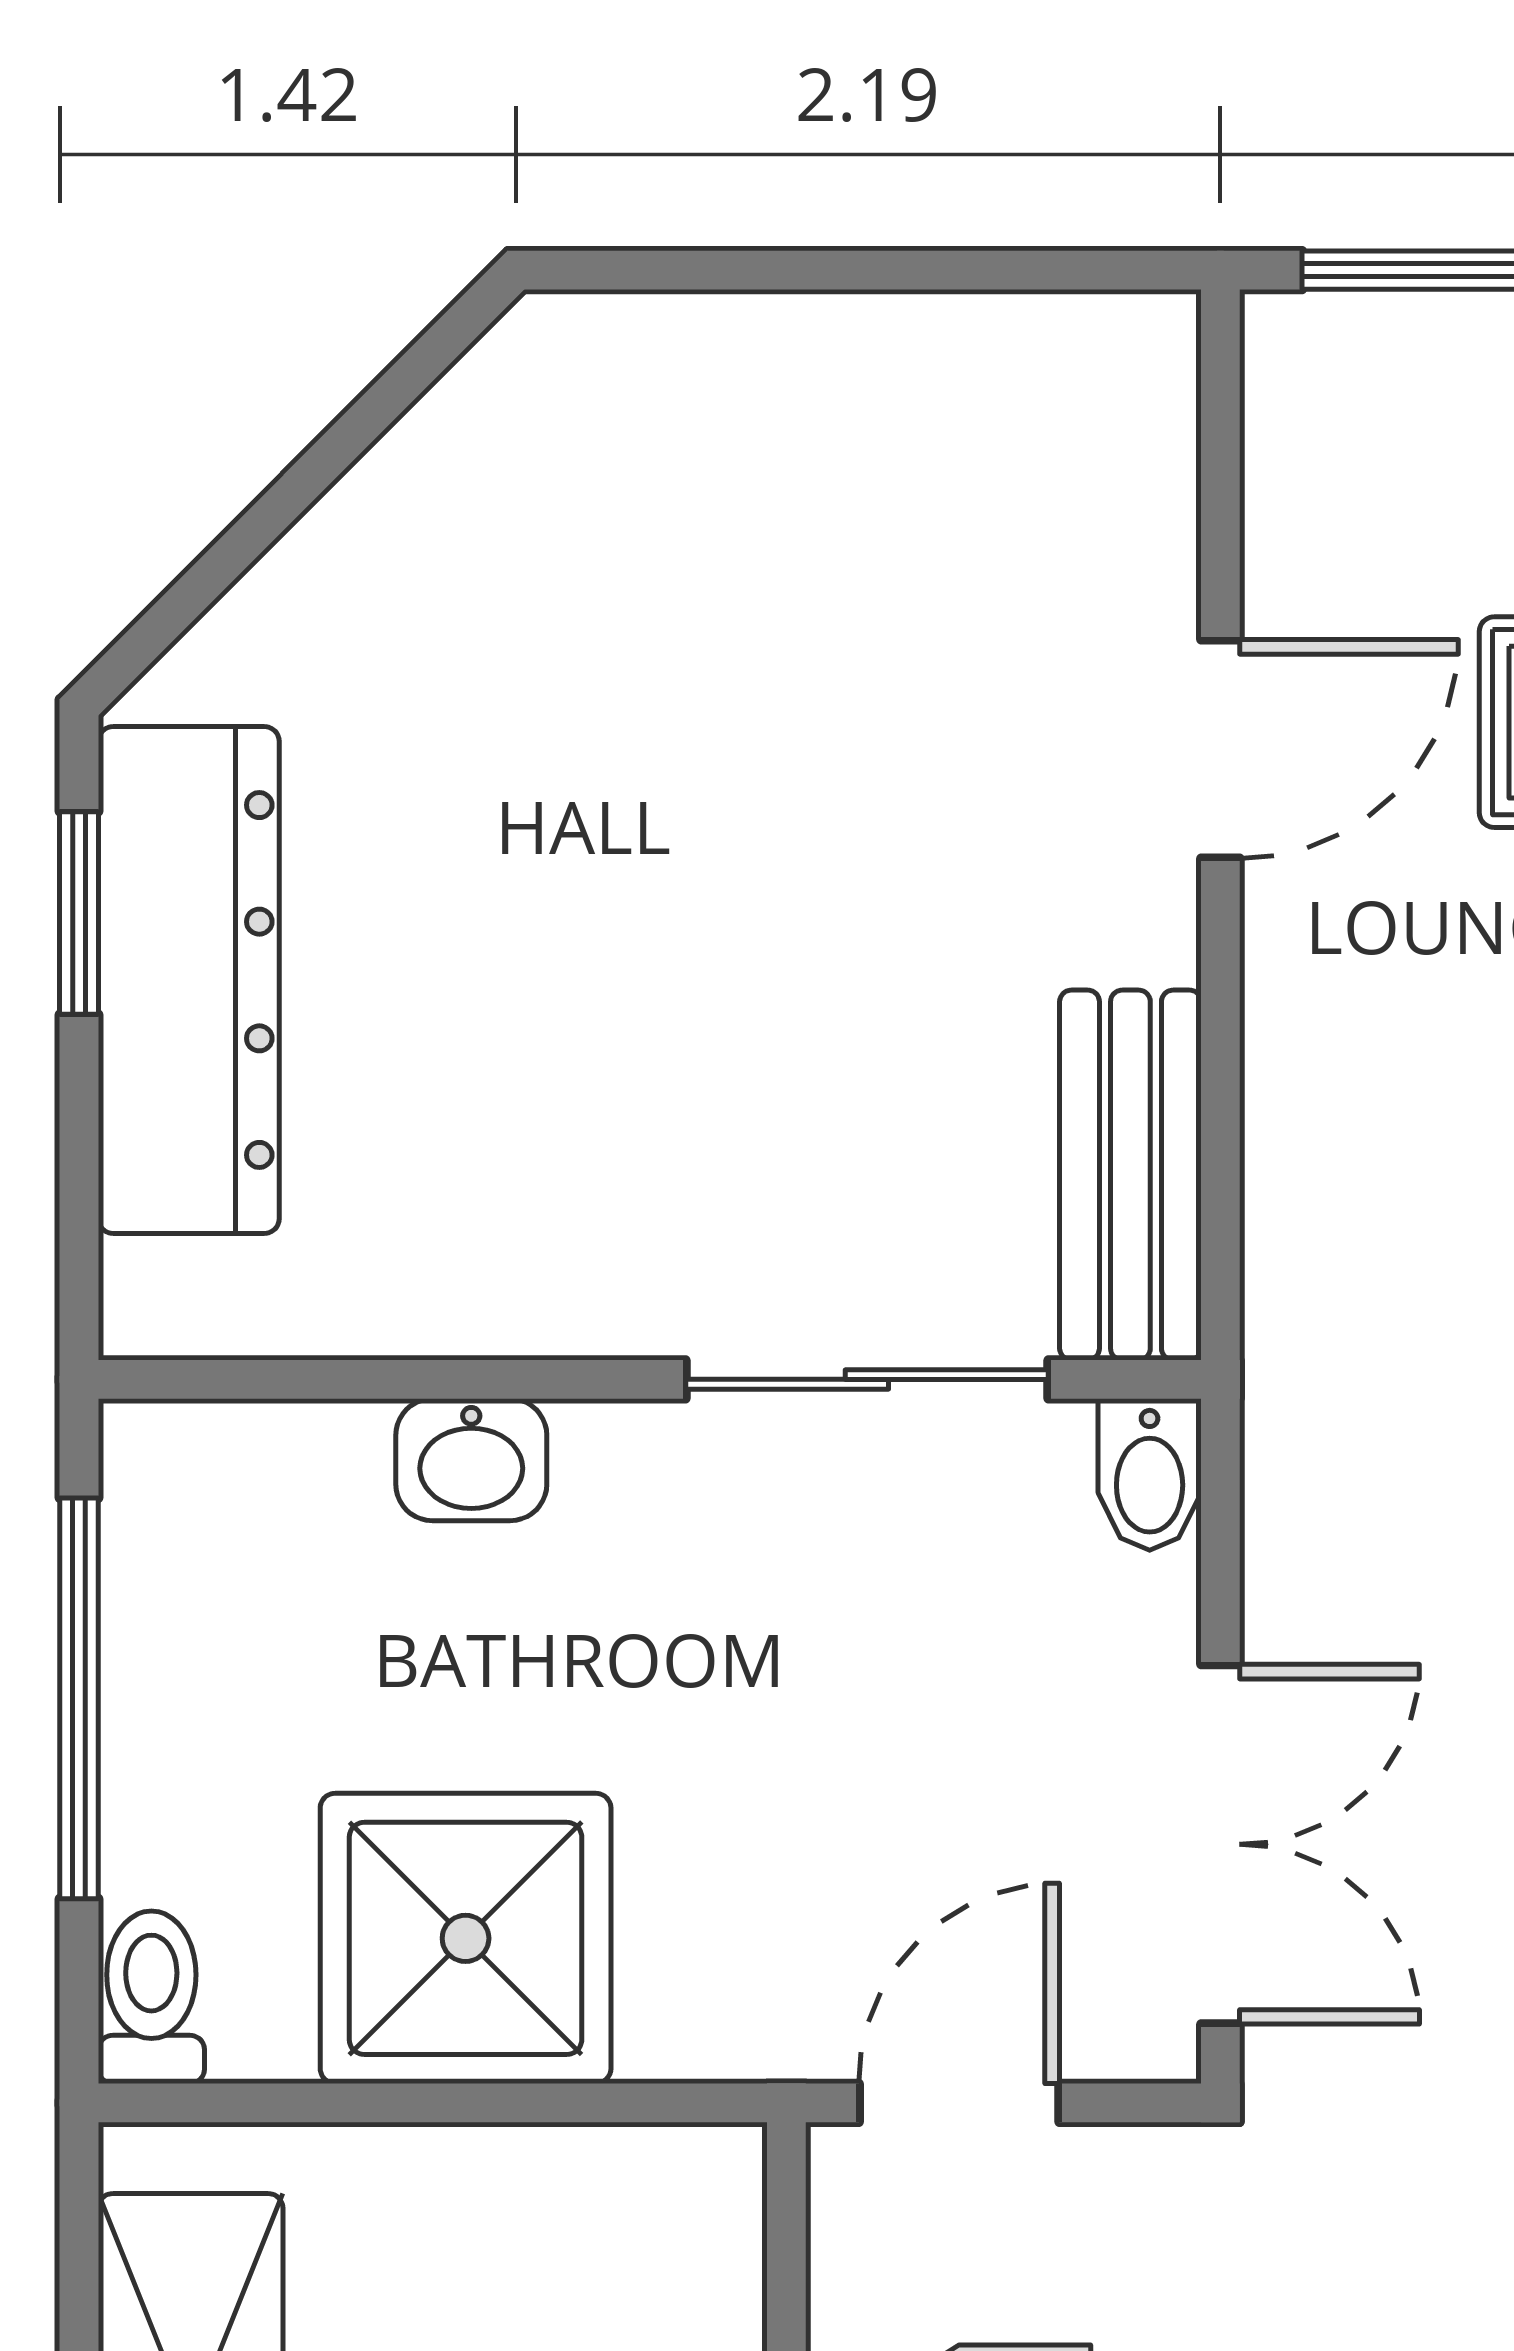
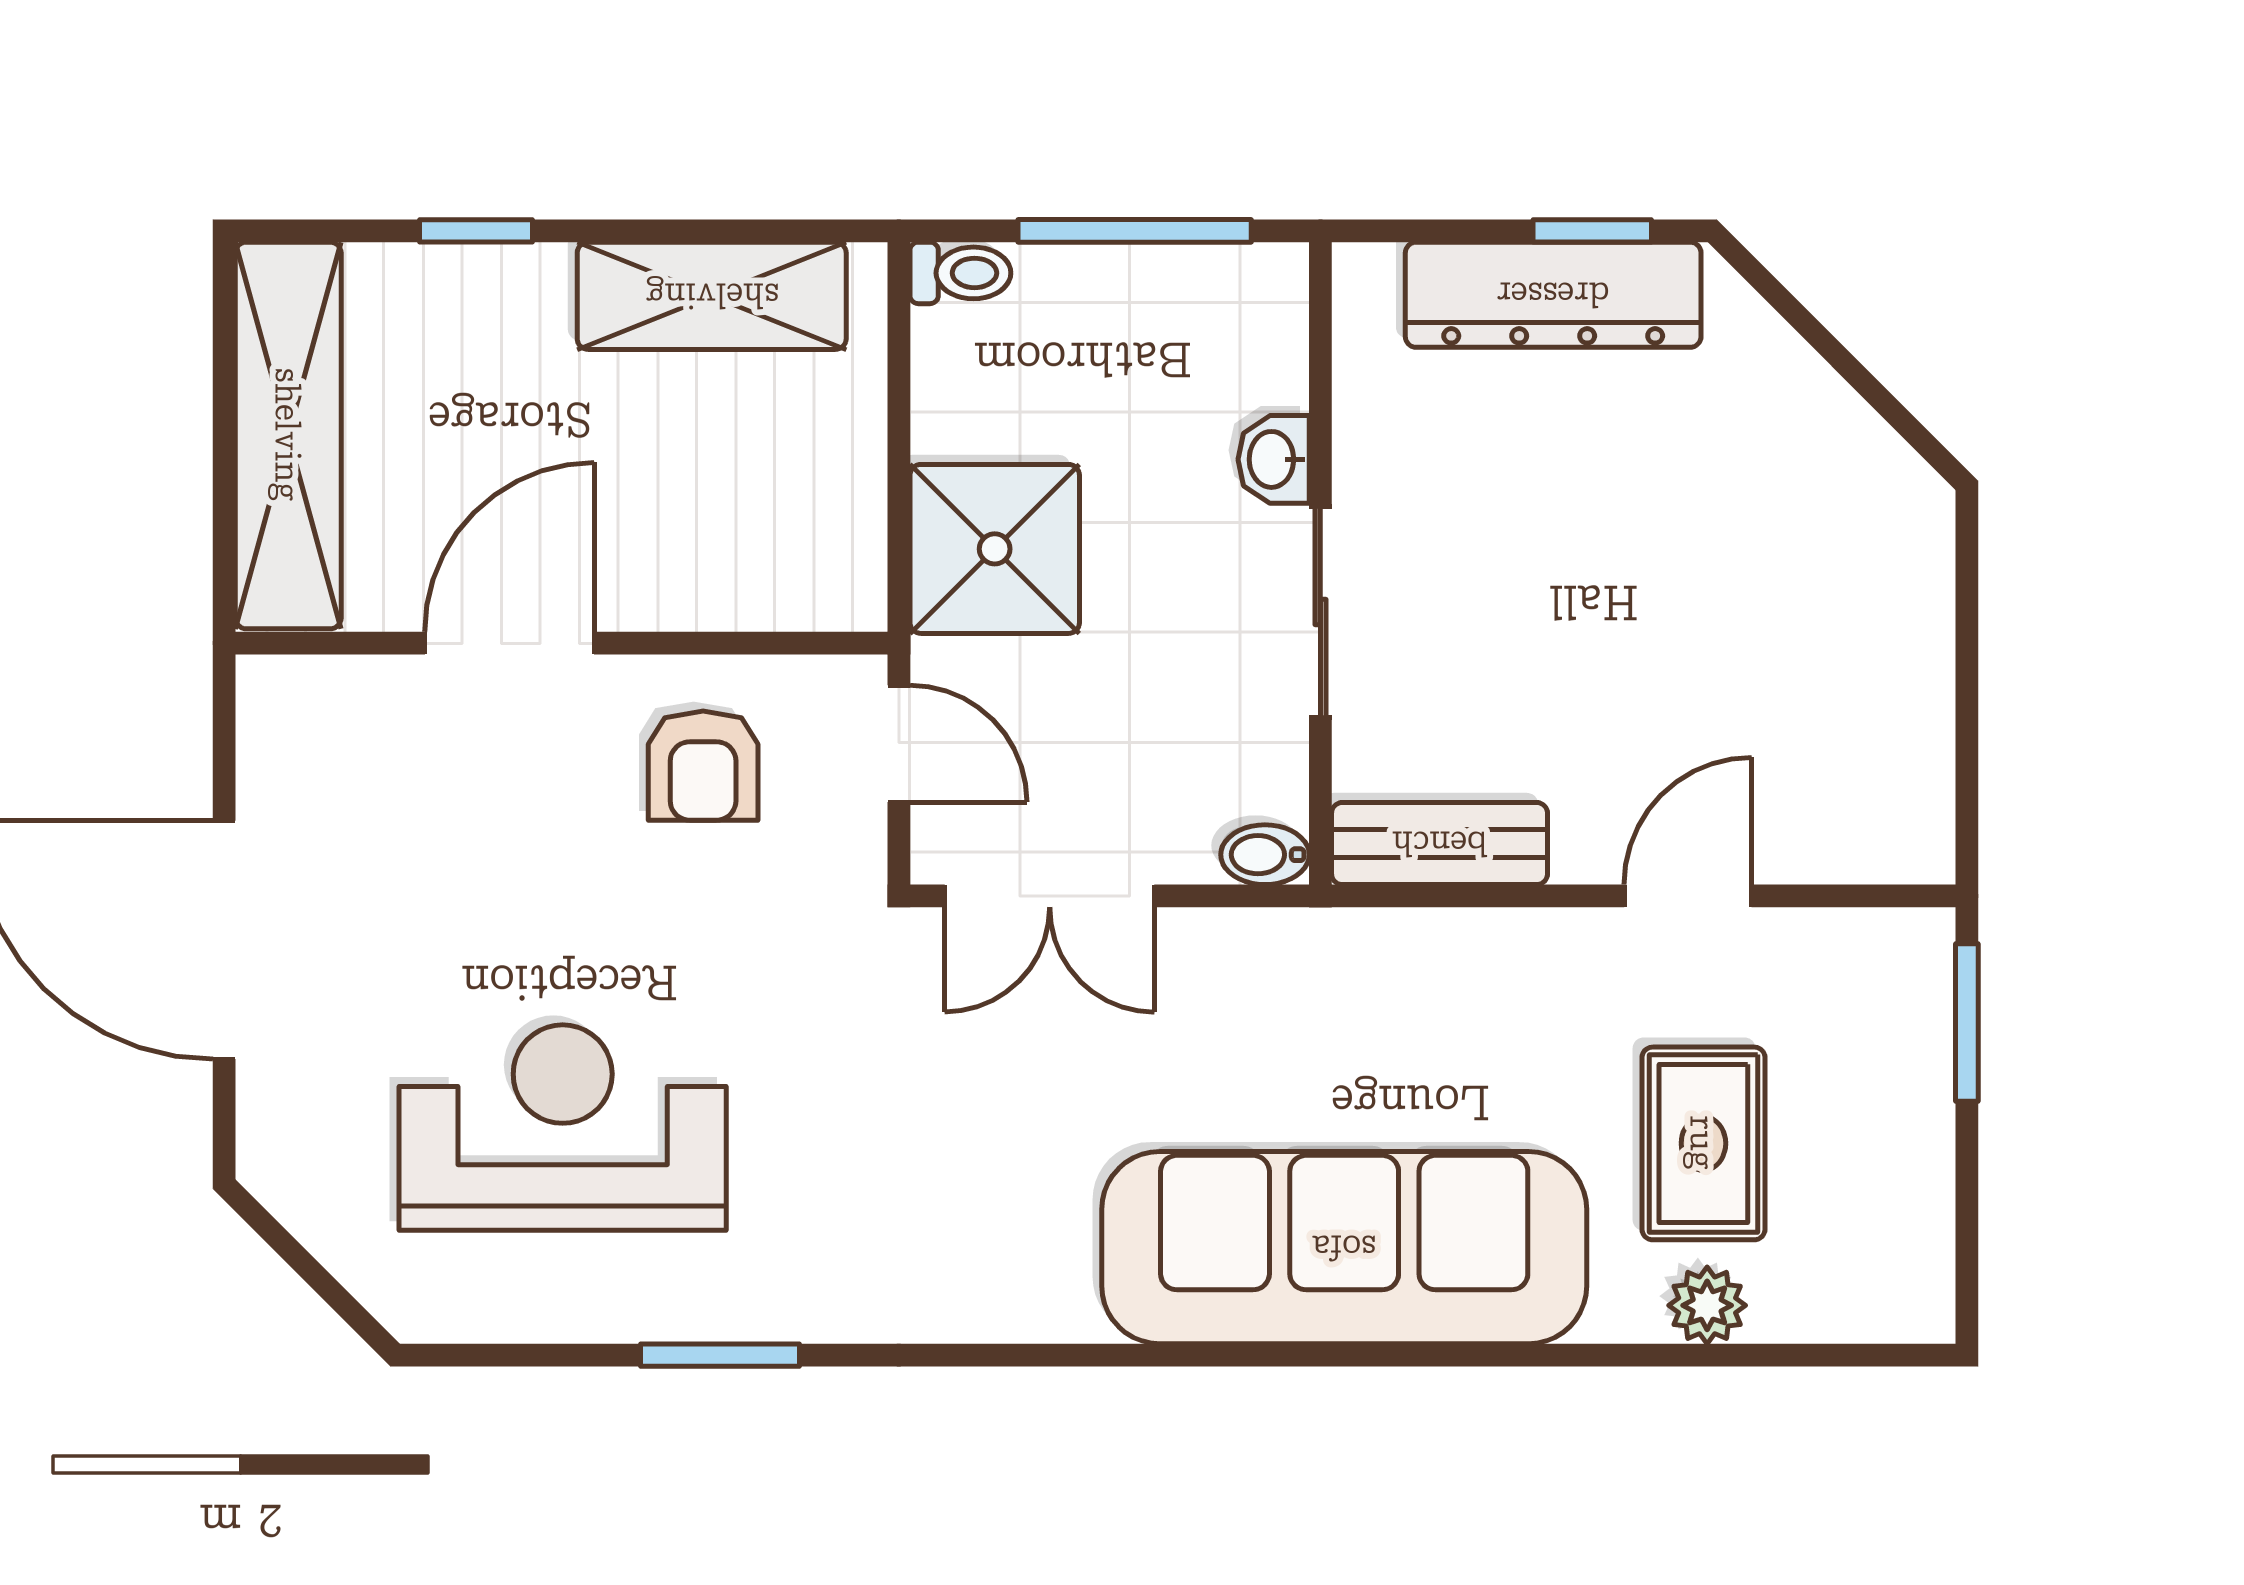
door: (1220, 749) -> (1688, 896), swing flipped
sliding door: (867, 1379) -> (1320, 612), moved
shower: (466, 1938) -> (995, 549), moved

